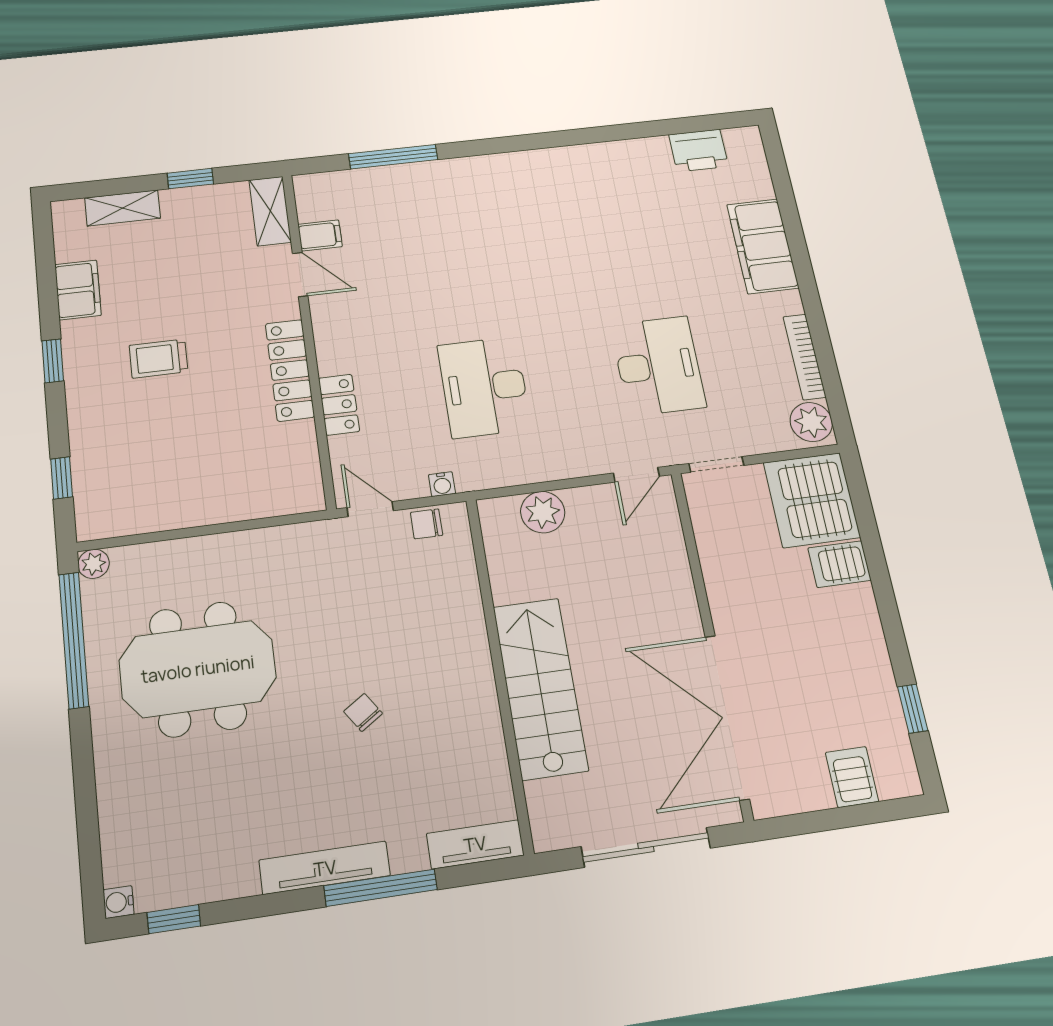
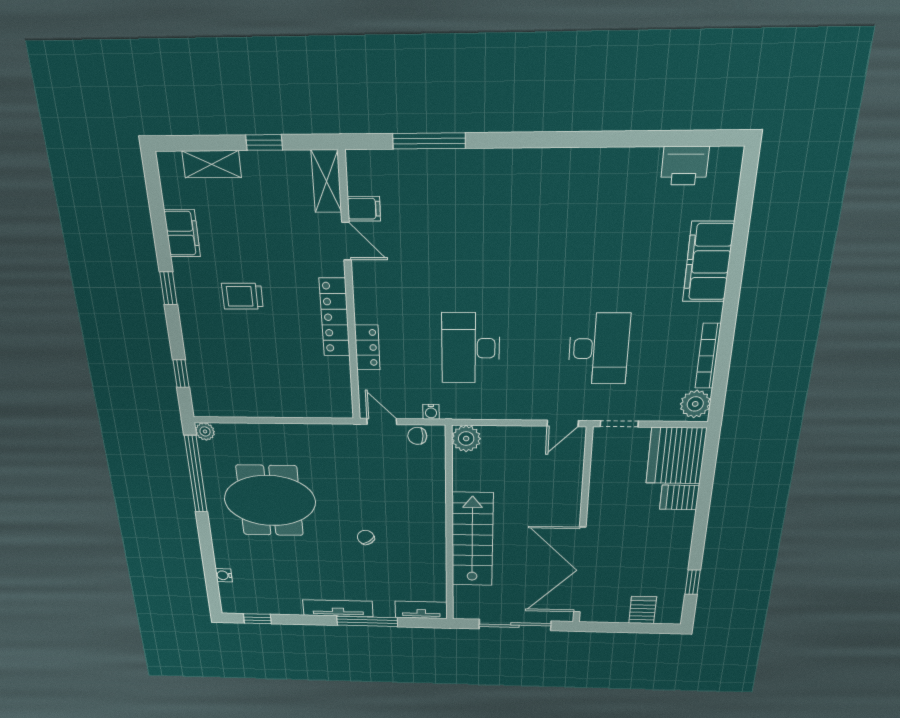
plant: (543, 512) -> (466, 439), moved
water cooler: (119, 902) -> (224, 575), moved

